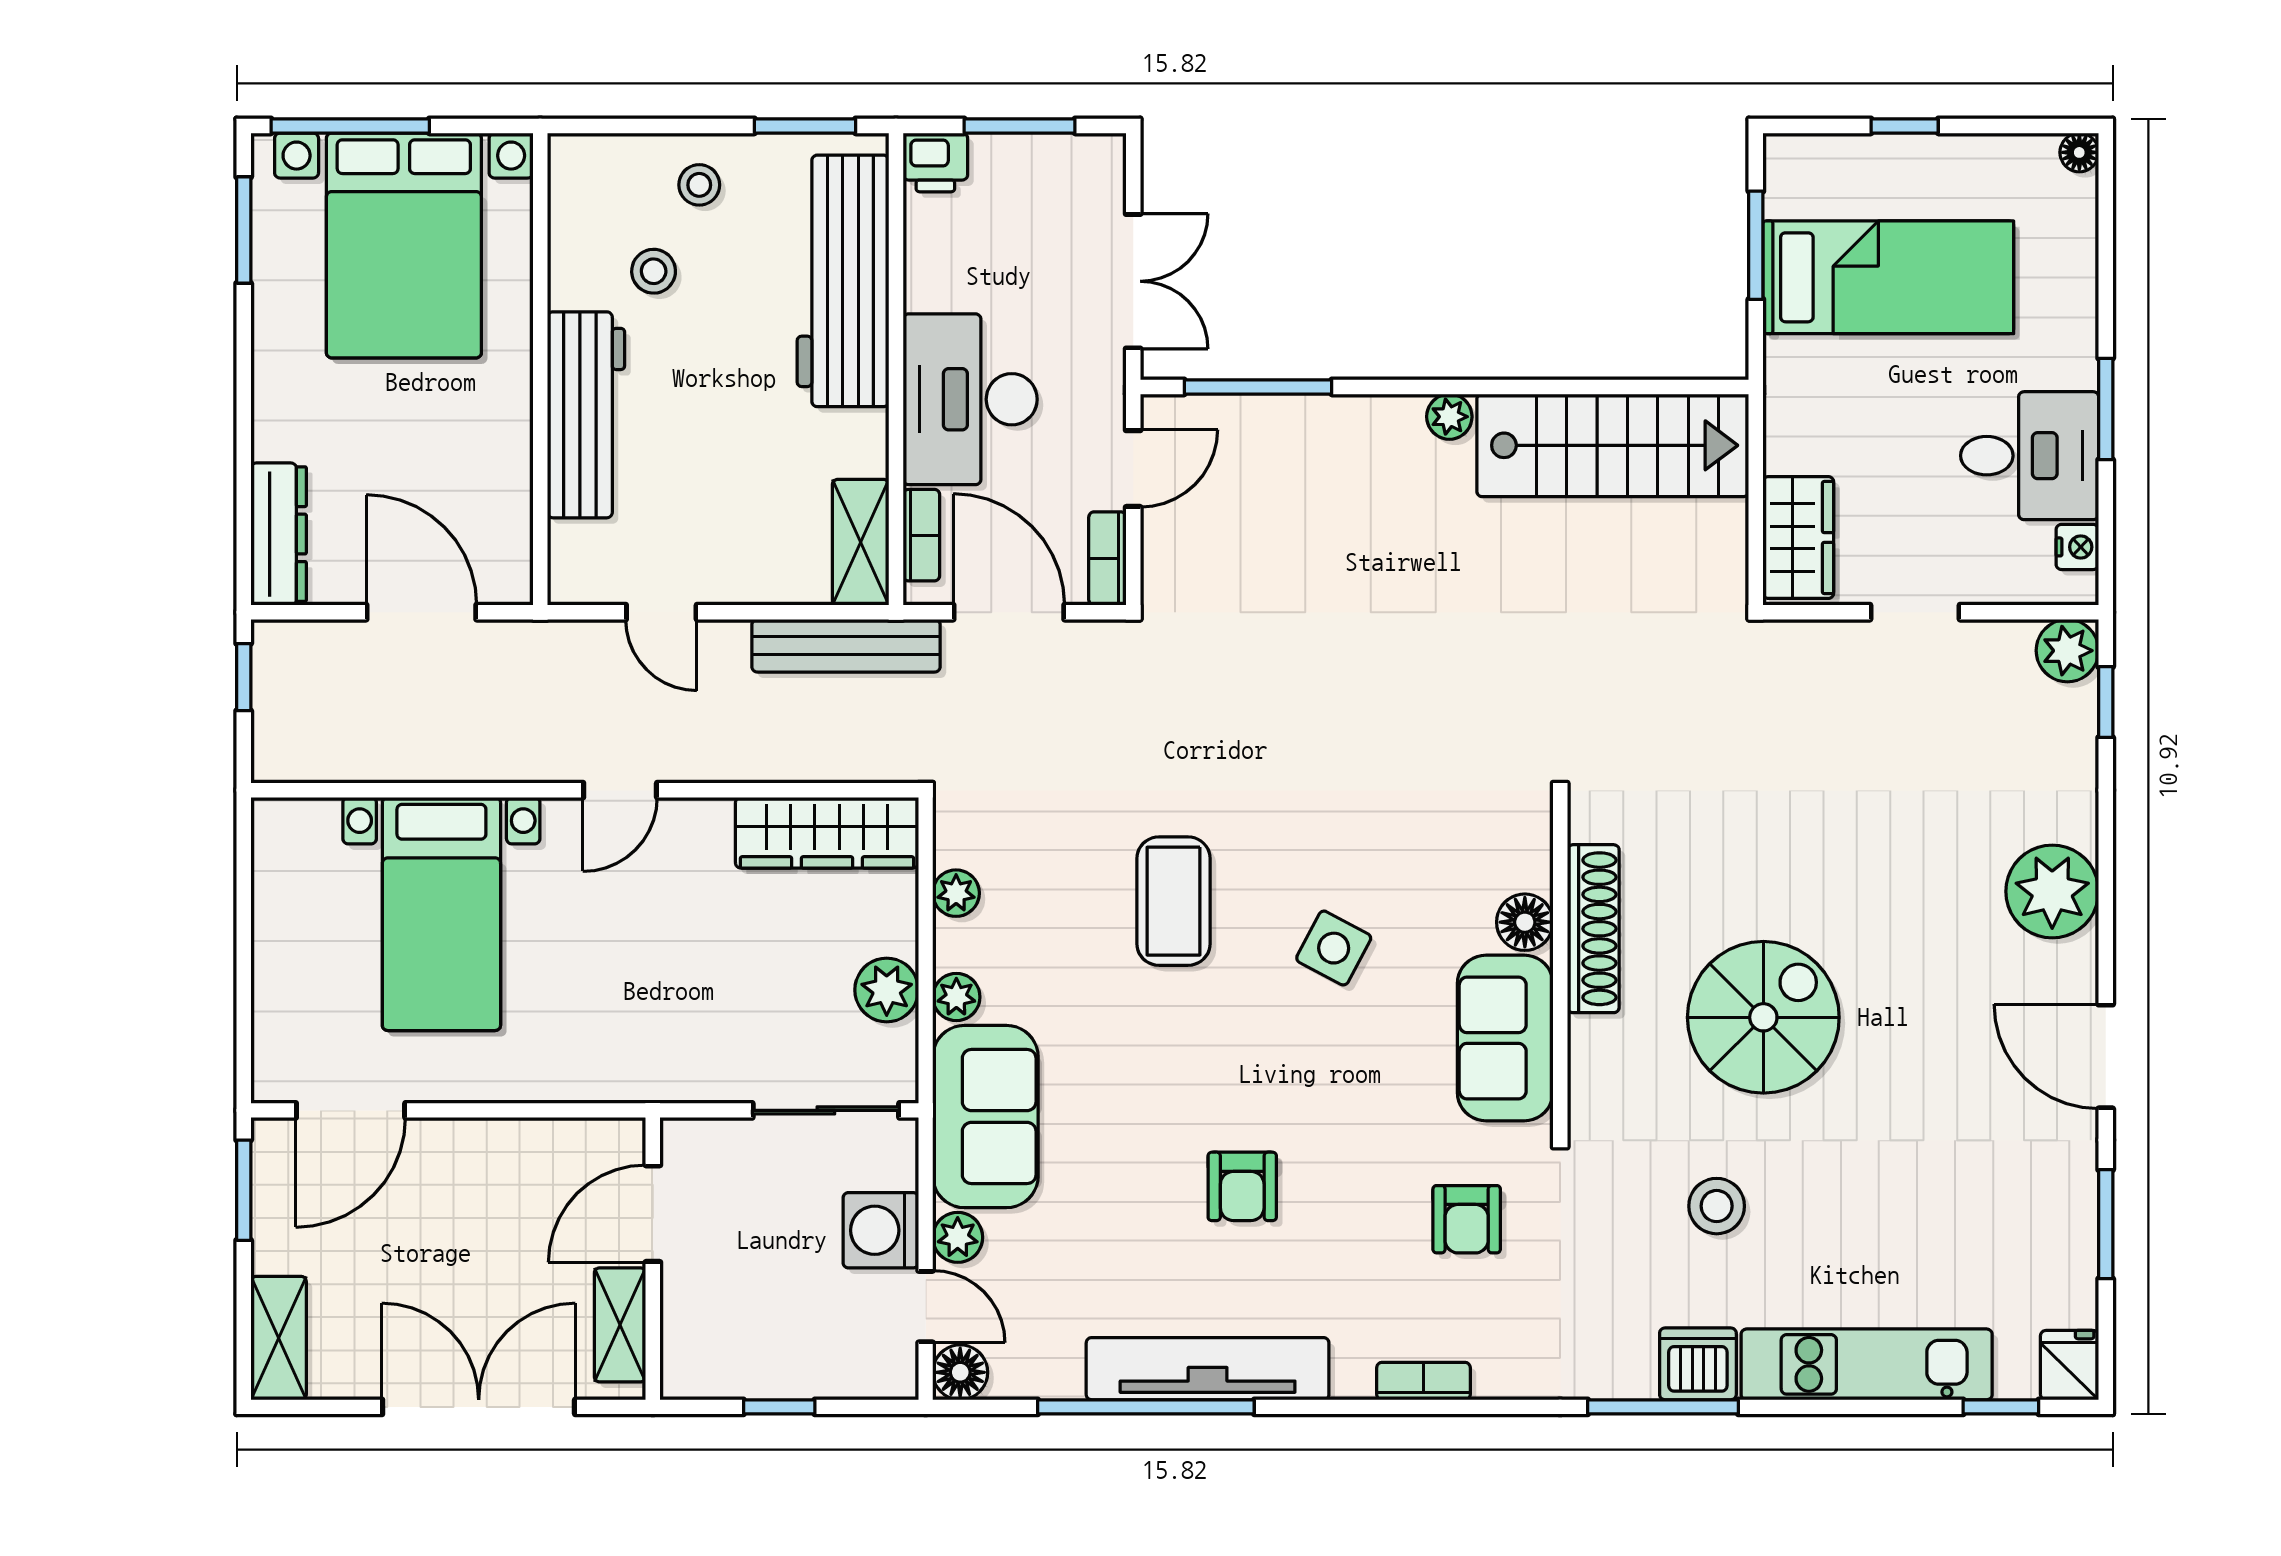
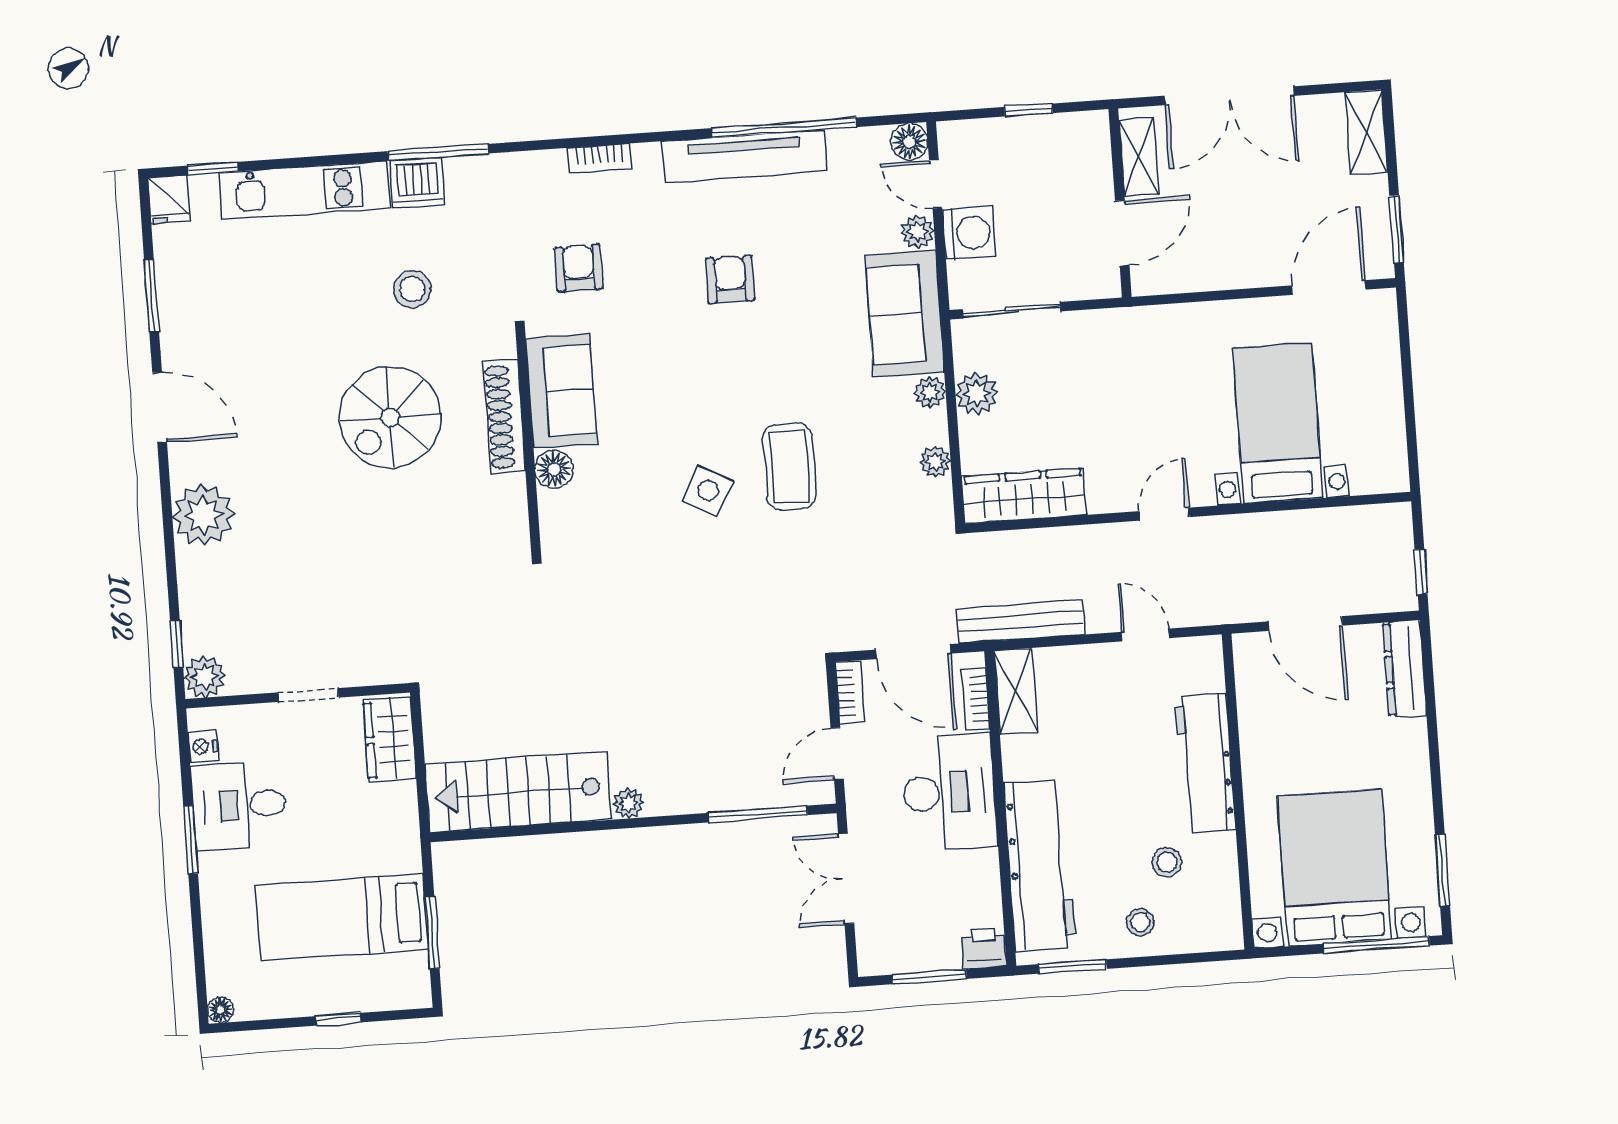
shoe rack: (1593, 929) -> (504, 417), moved
side table: (1334, 948) -> (708, 490), moved

